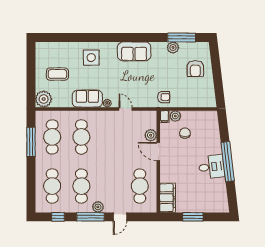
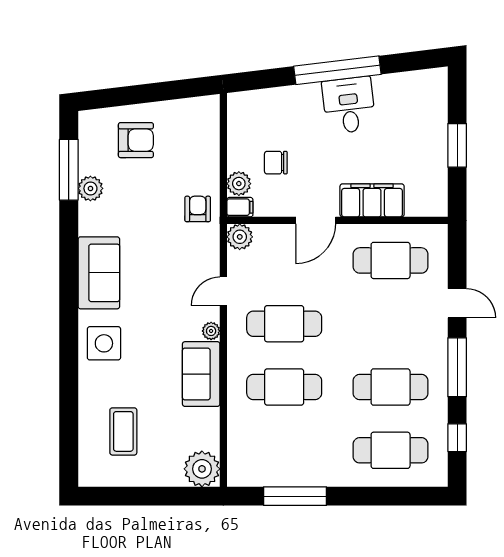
side table: (91, 58) -> (104, 343), moved
coffee table: (57, 74) -> (123, 431), moved
plant: (151, 135) -> (240, 237), moved
cafe table: (52, 137) -> (284, 324), moved
filing cabinet: (168, 198) -> (372, 200), moved
plant: (98, 207) -> (436, 351), removed

